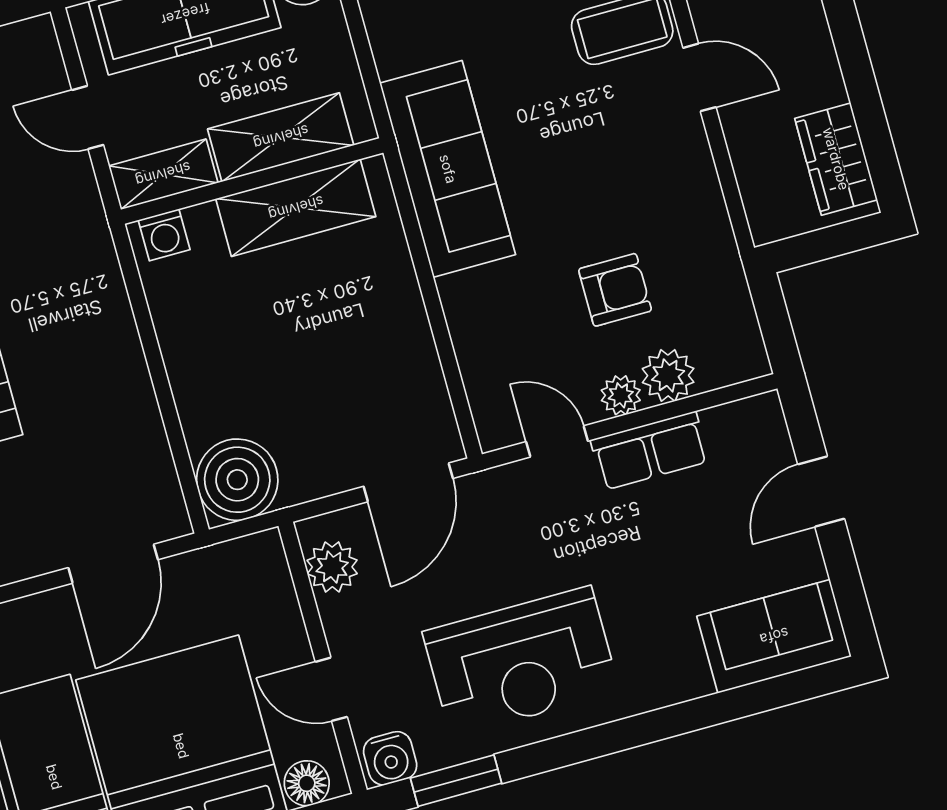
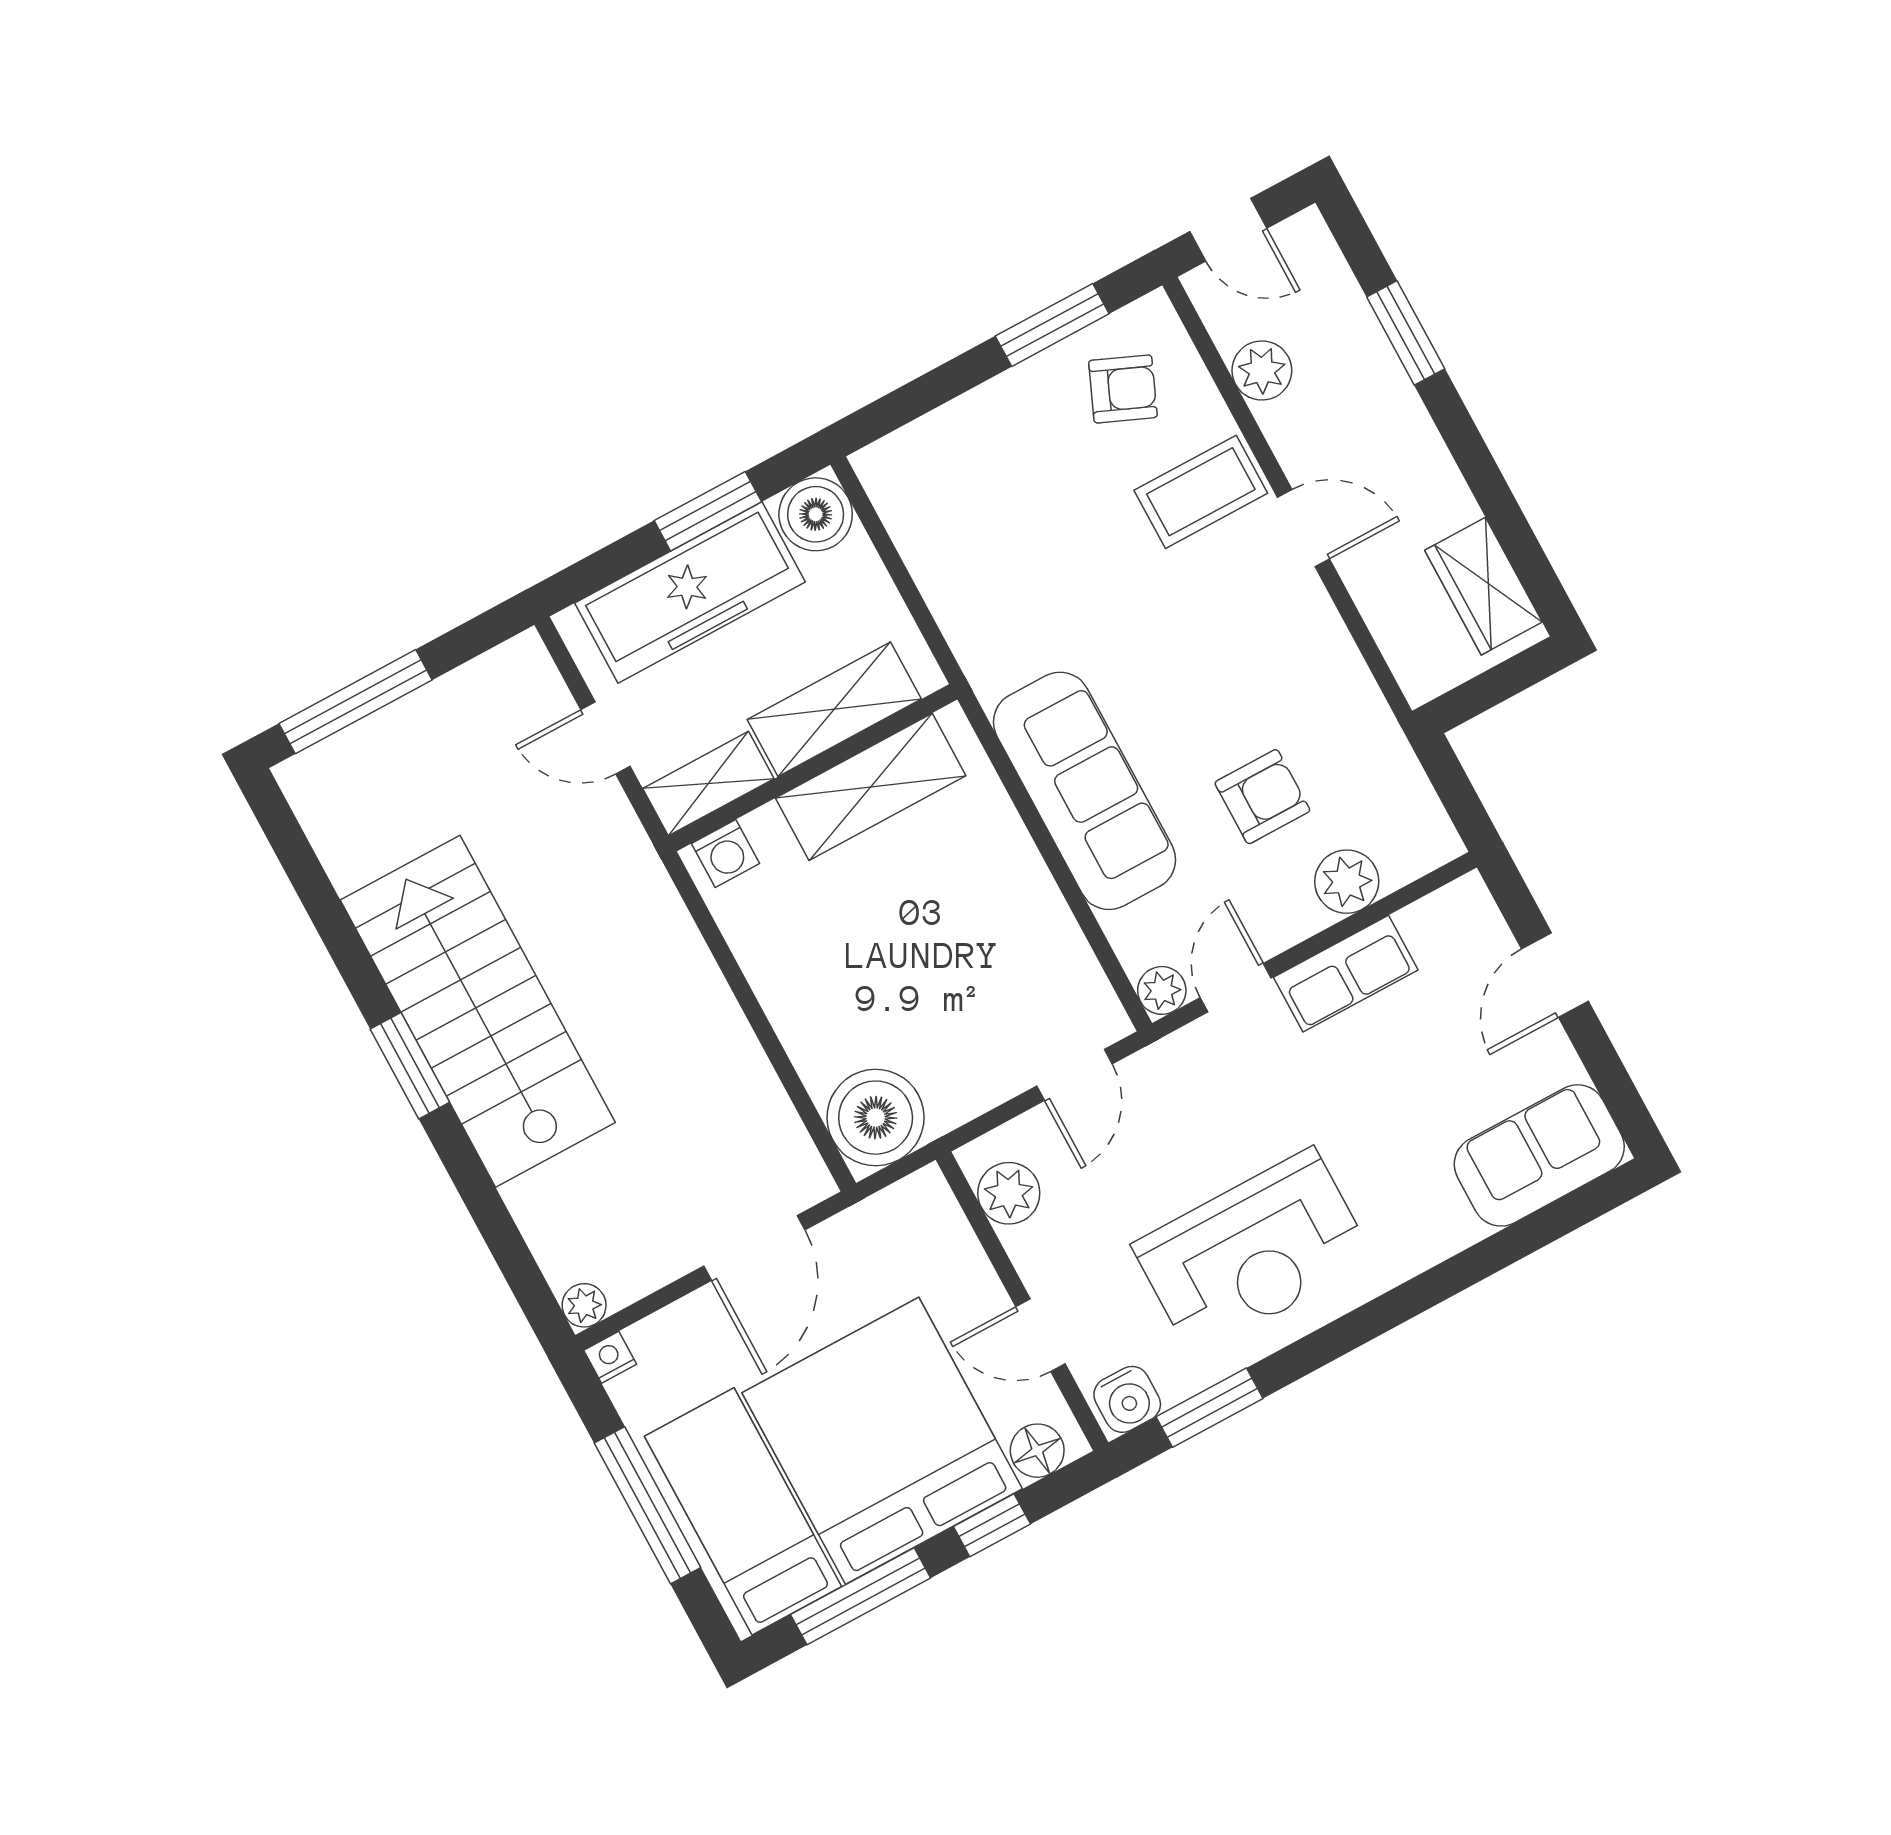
sofa: (448, 169) -> (1085, 791), moved
plant: (621, 395) -> (1162, 990), moved
door: (557, 441) -> (1236, 988), hinge flipped
door: (408, 482) -> (1074, 1075), width x0.73

